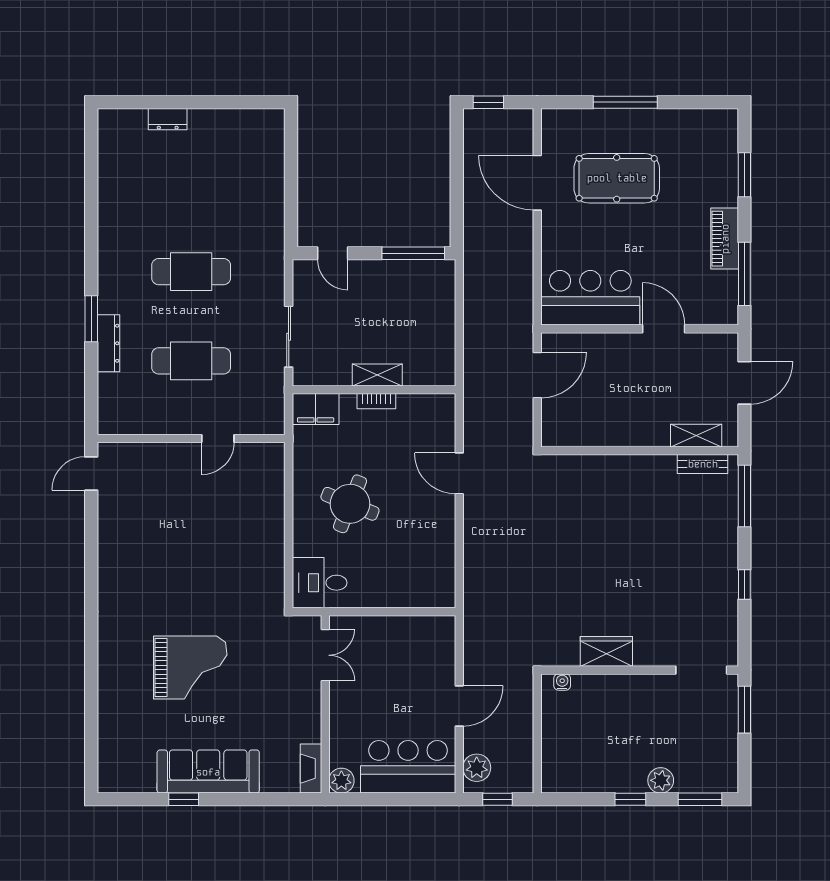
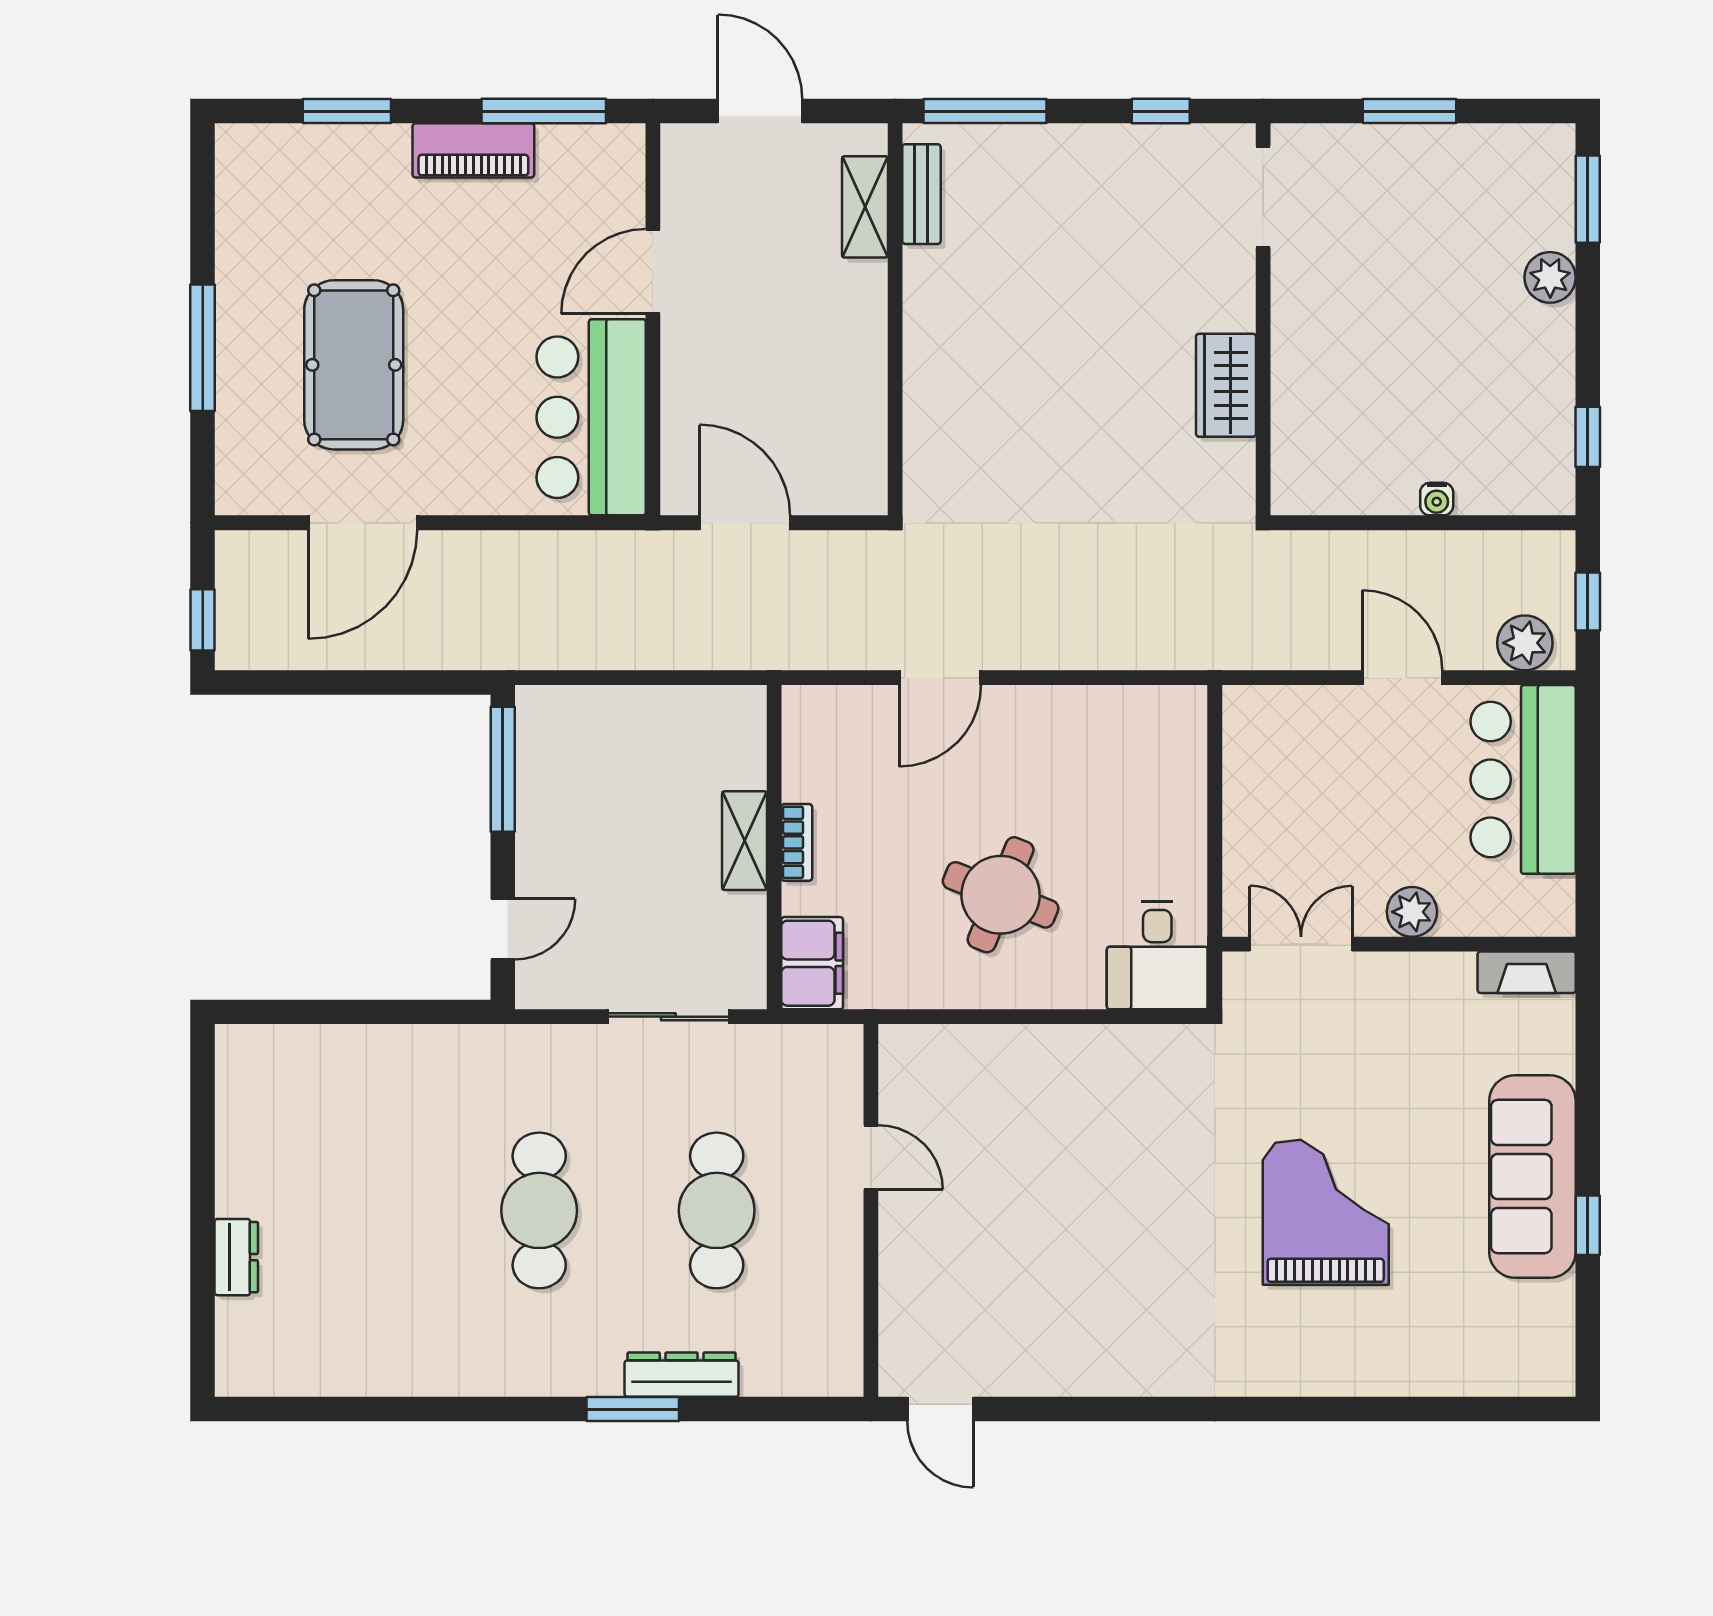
wardrobe: (606, 651) -> (1226, 385), moved
wall: (640, 670) -> (1263, 319), moved
doorway: (701, 670) -> (1263, 197), moved
water cooler: (562, 682) -> (1437, 499), moved, turned -90
plant: (341, 781) -> (1412, 912), moved
window: (630, 799) -> (1588, 437), moved

